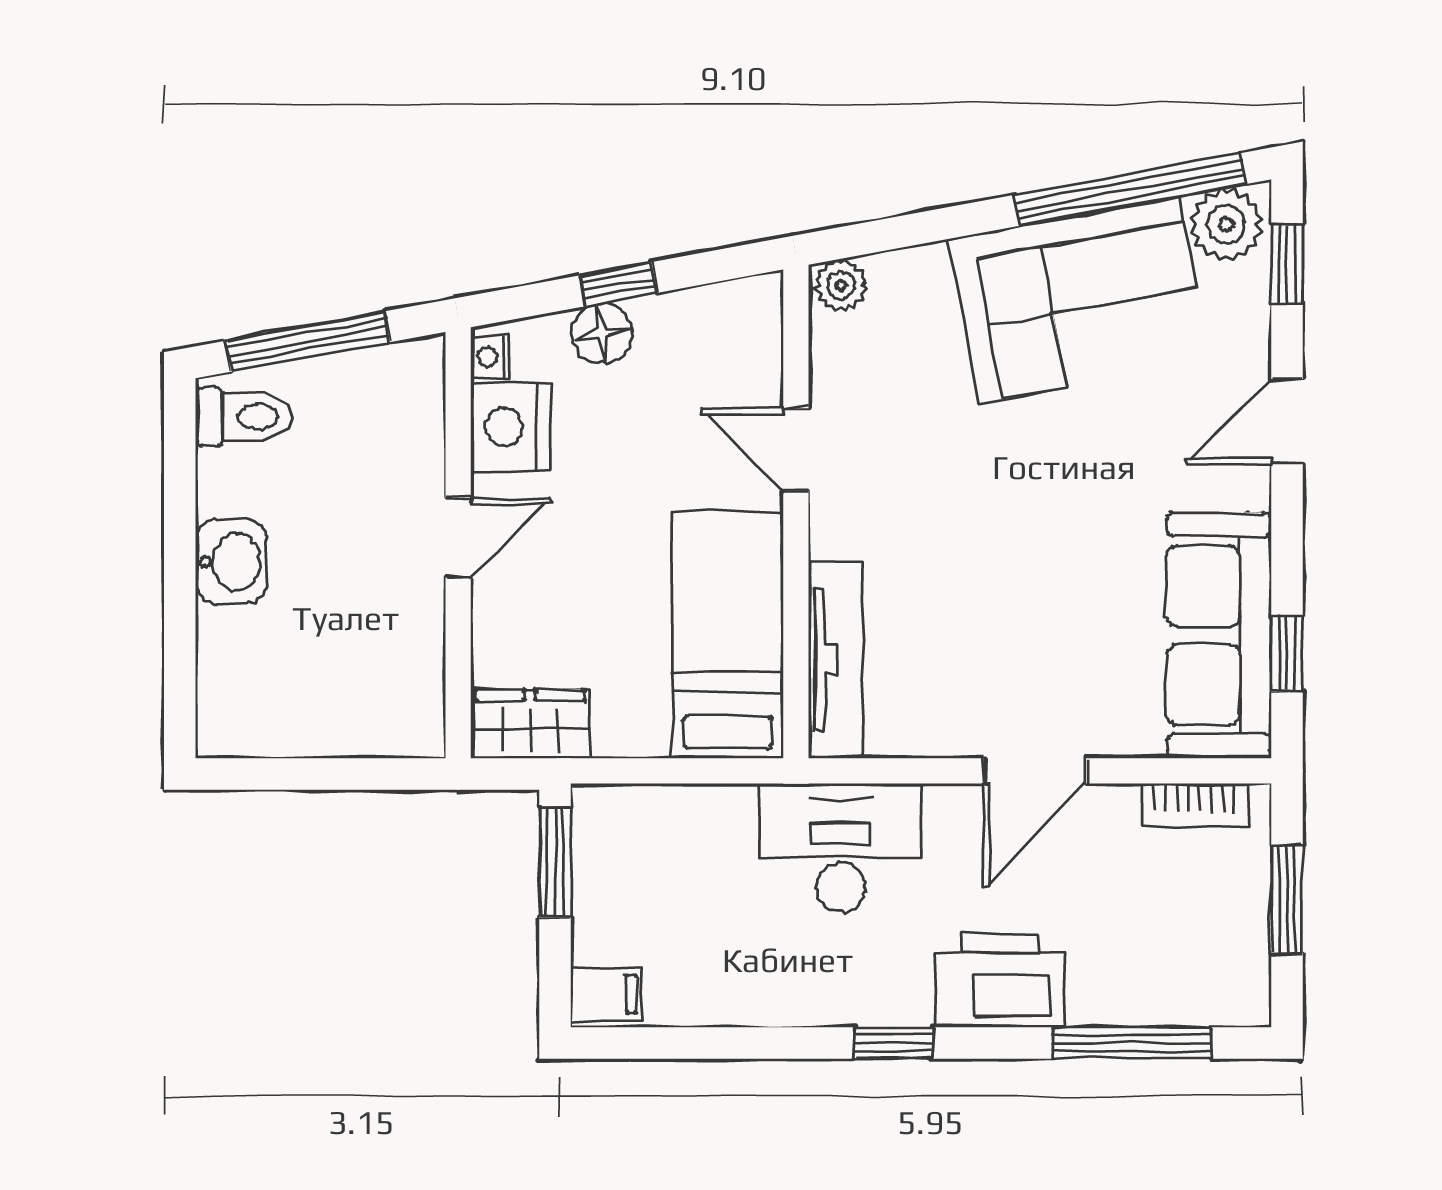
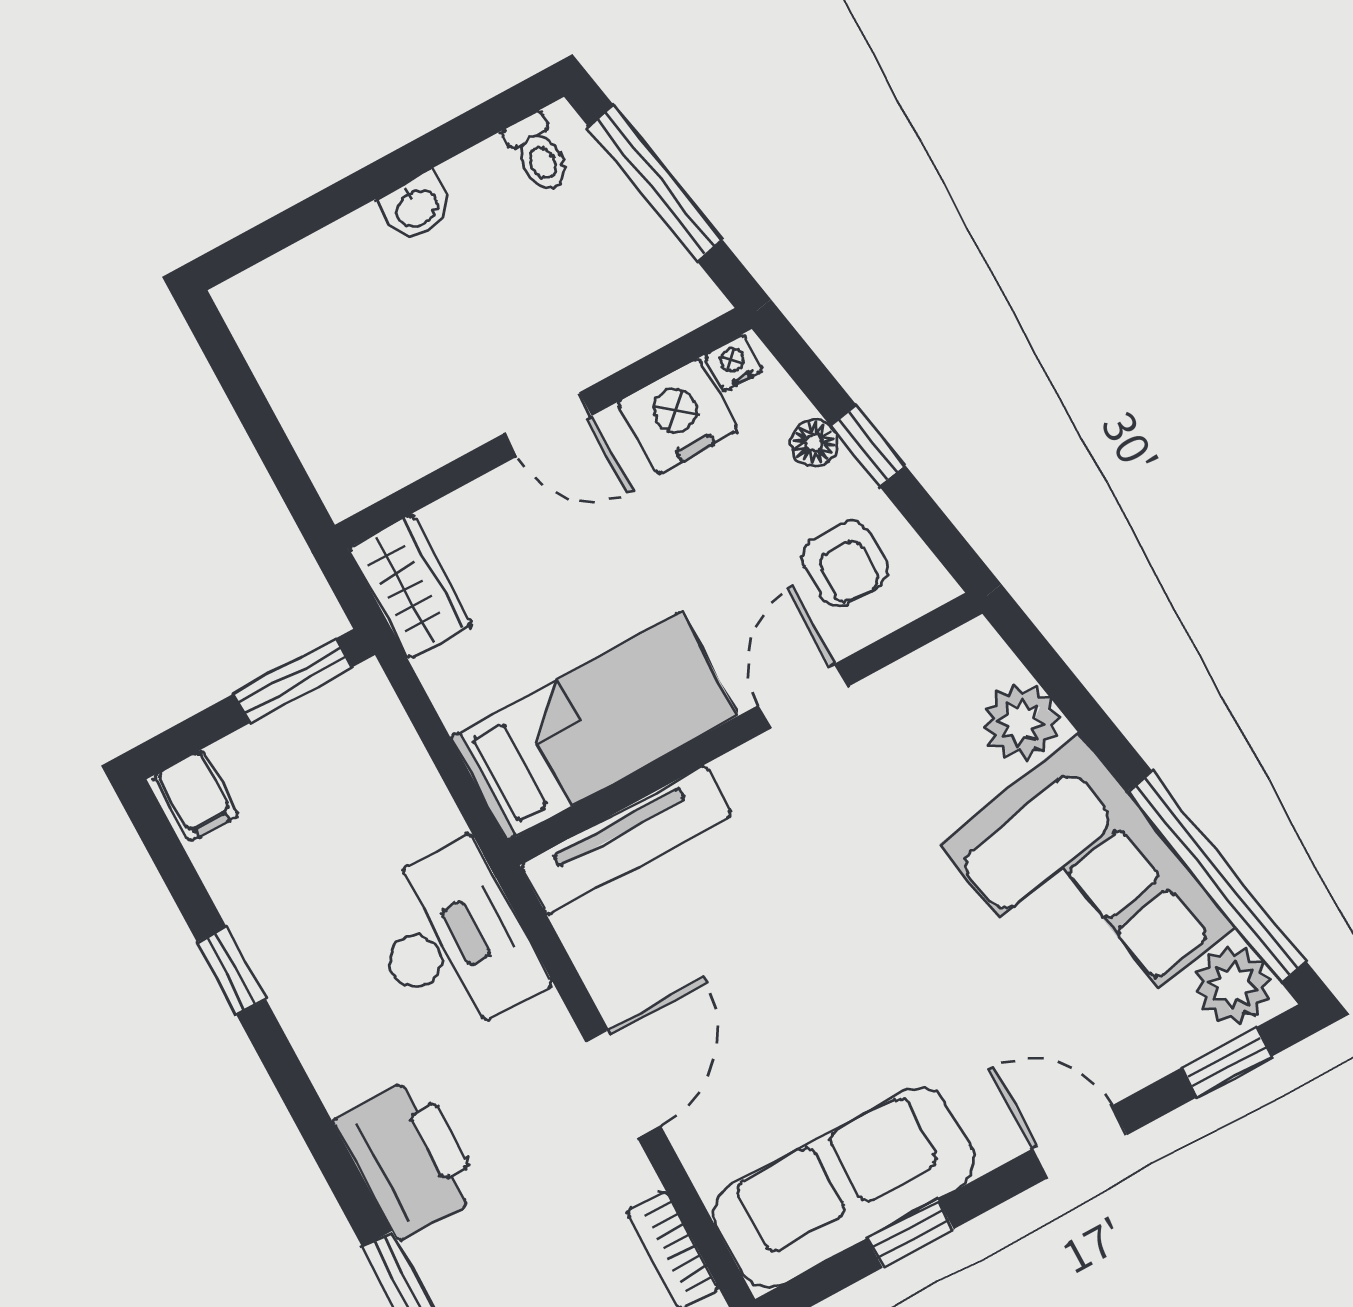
plant: (841, 285) -> (1021, 722), moved, width x1.38, depth x1.38
floor lamp: (602, 334) -> (814, 443), width x0.73, depth x0.73
armchair: (705, 355) -> (845, 563), added
toilet: (244, 417) -> (538, 153), width x0.73, depth x0.72
washbasin: (231, 562) -> (416, 207), width x0.72, depth x0.69
window: (1287, 654) -> (910, 1234), moved
door: (1035, 771) -> (623, 1084), swing flipped
window: (893, 1043) -> (231, 971), moved

